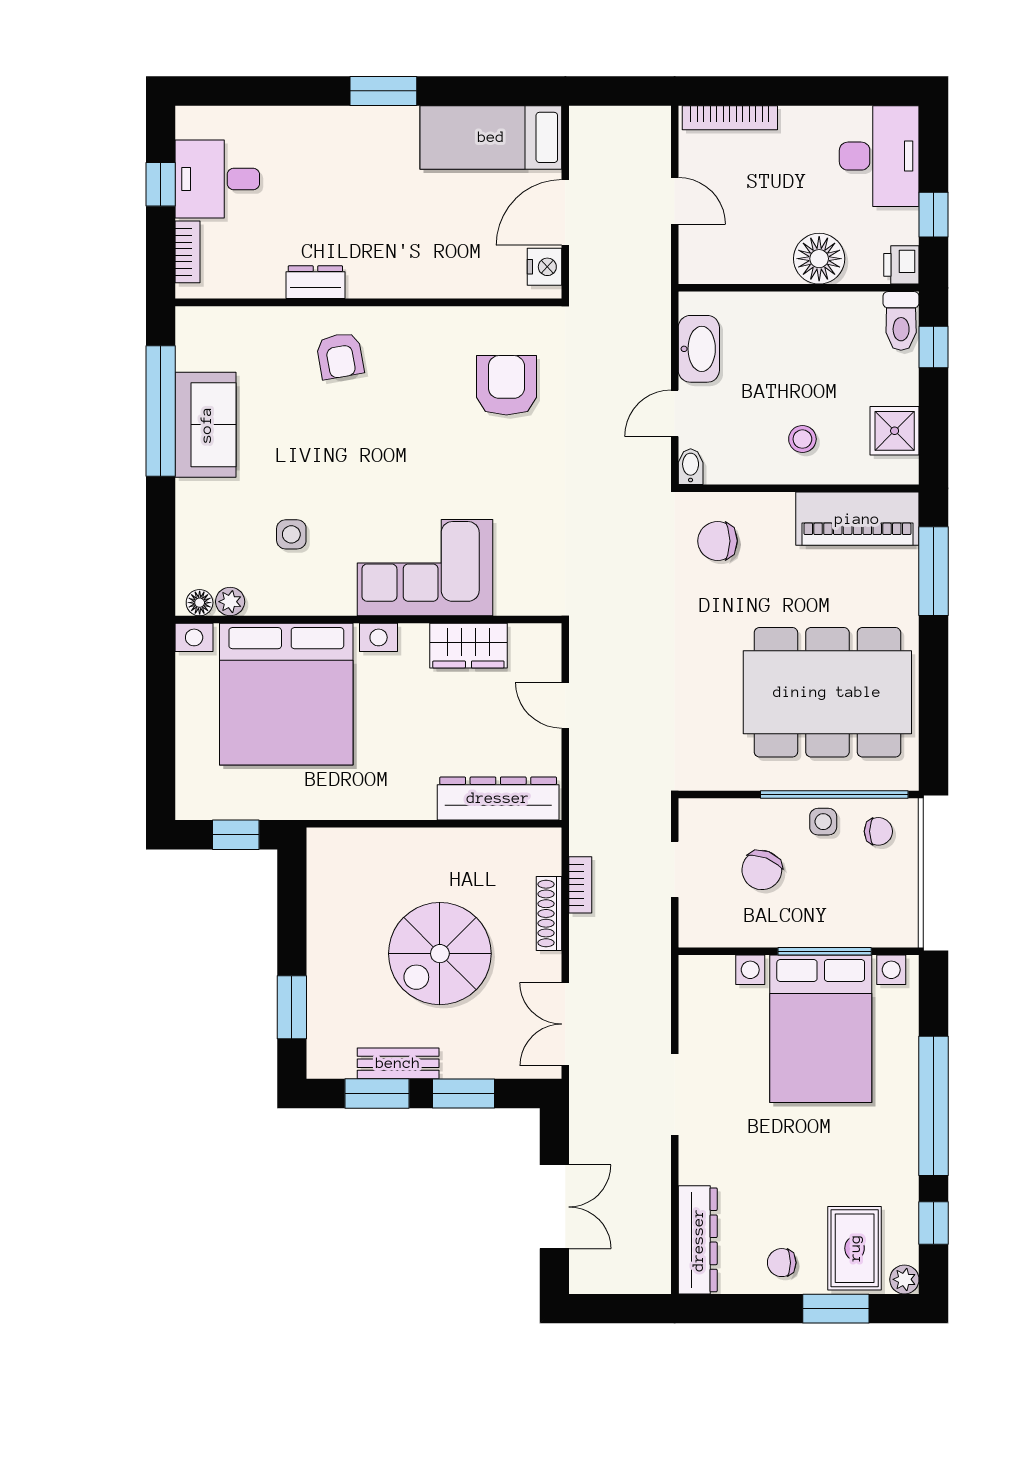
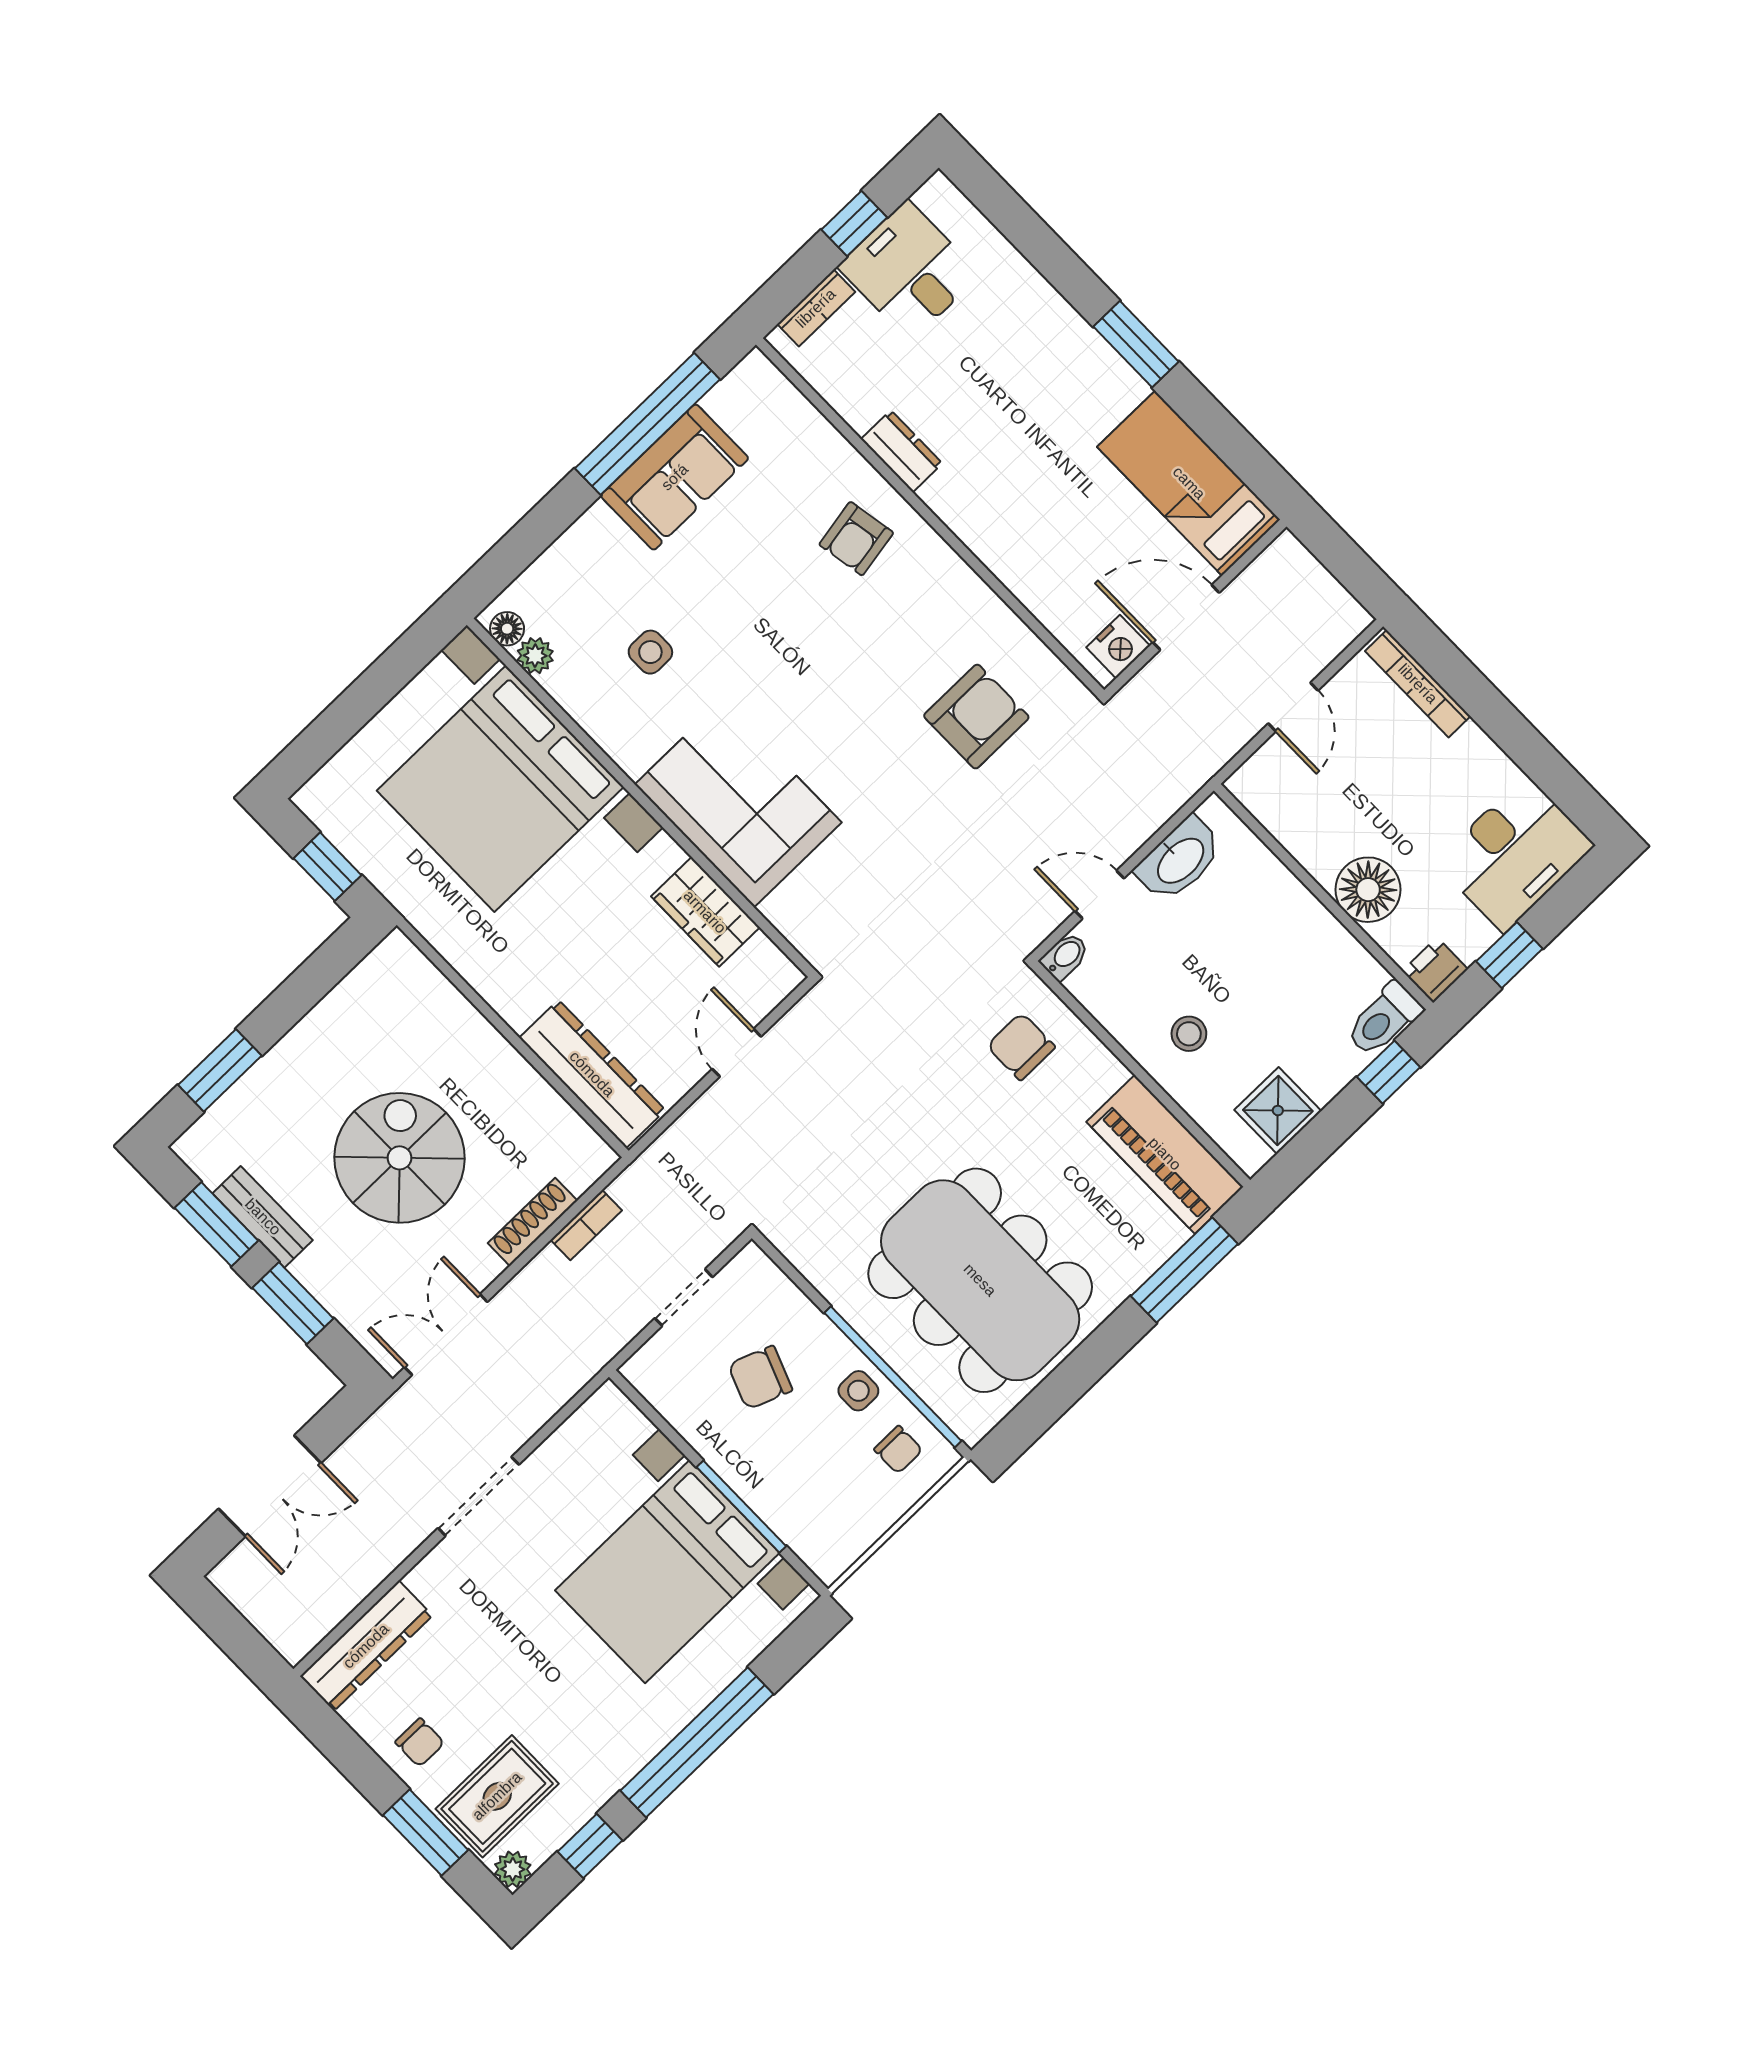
spiral stairs: (440, 954) -> (400, 1158), turned 90
chair: (782, 1263) -> (420, 1742), turned 180

